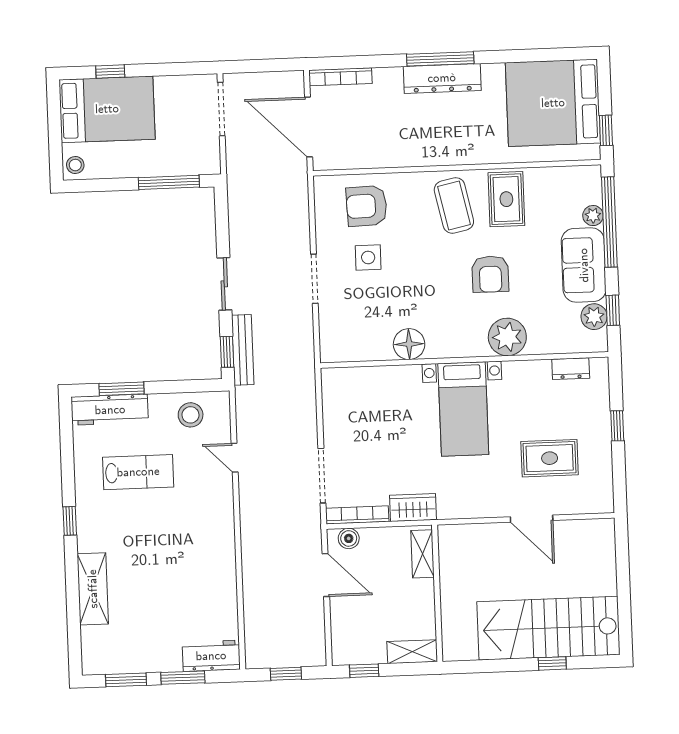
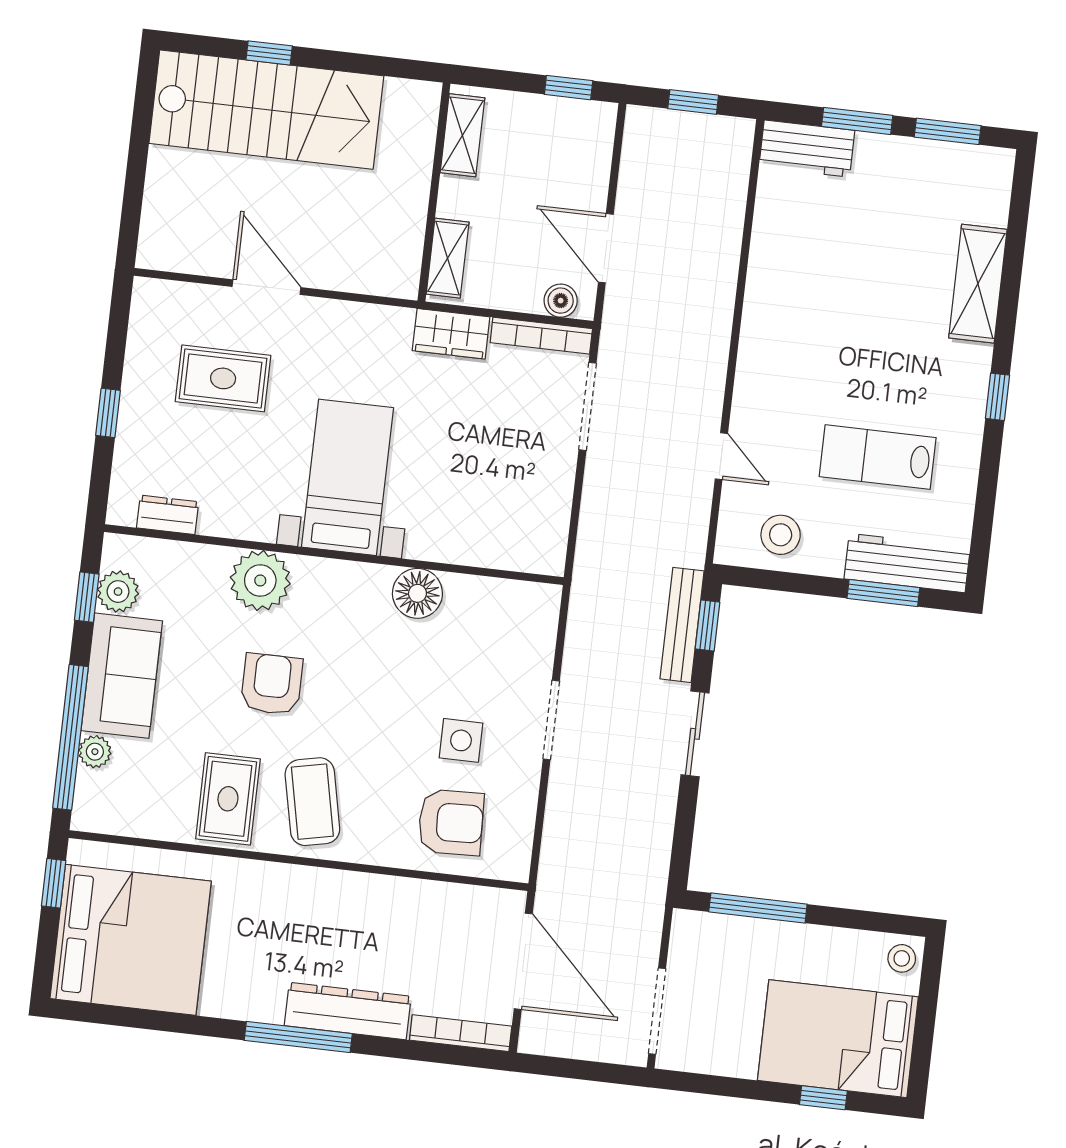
dresser: (442, 78) -> (348, 1011), moved
shelving: (412, 652) -> (462, 135), moved, turned 90

